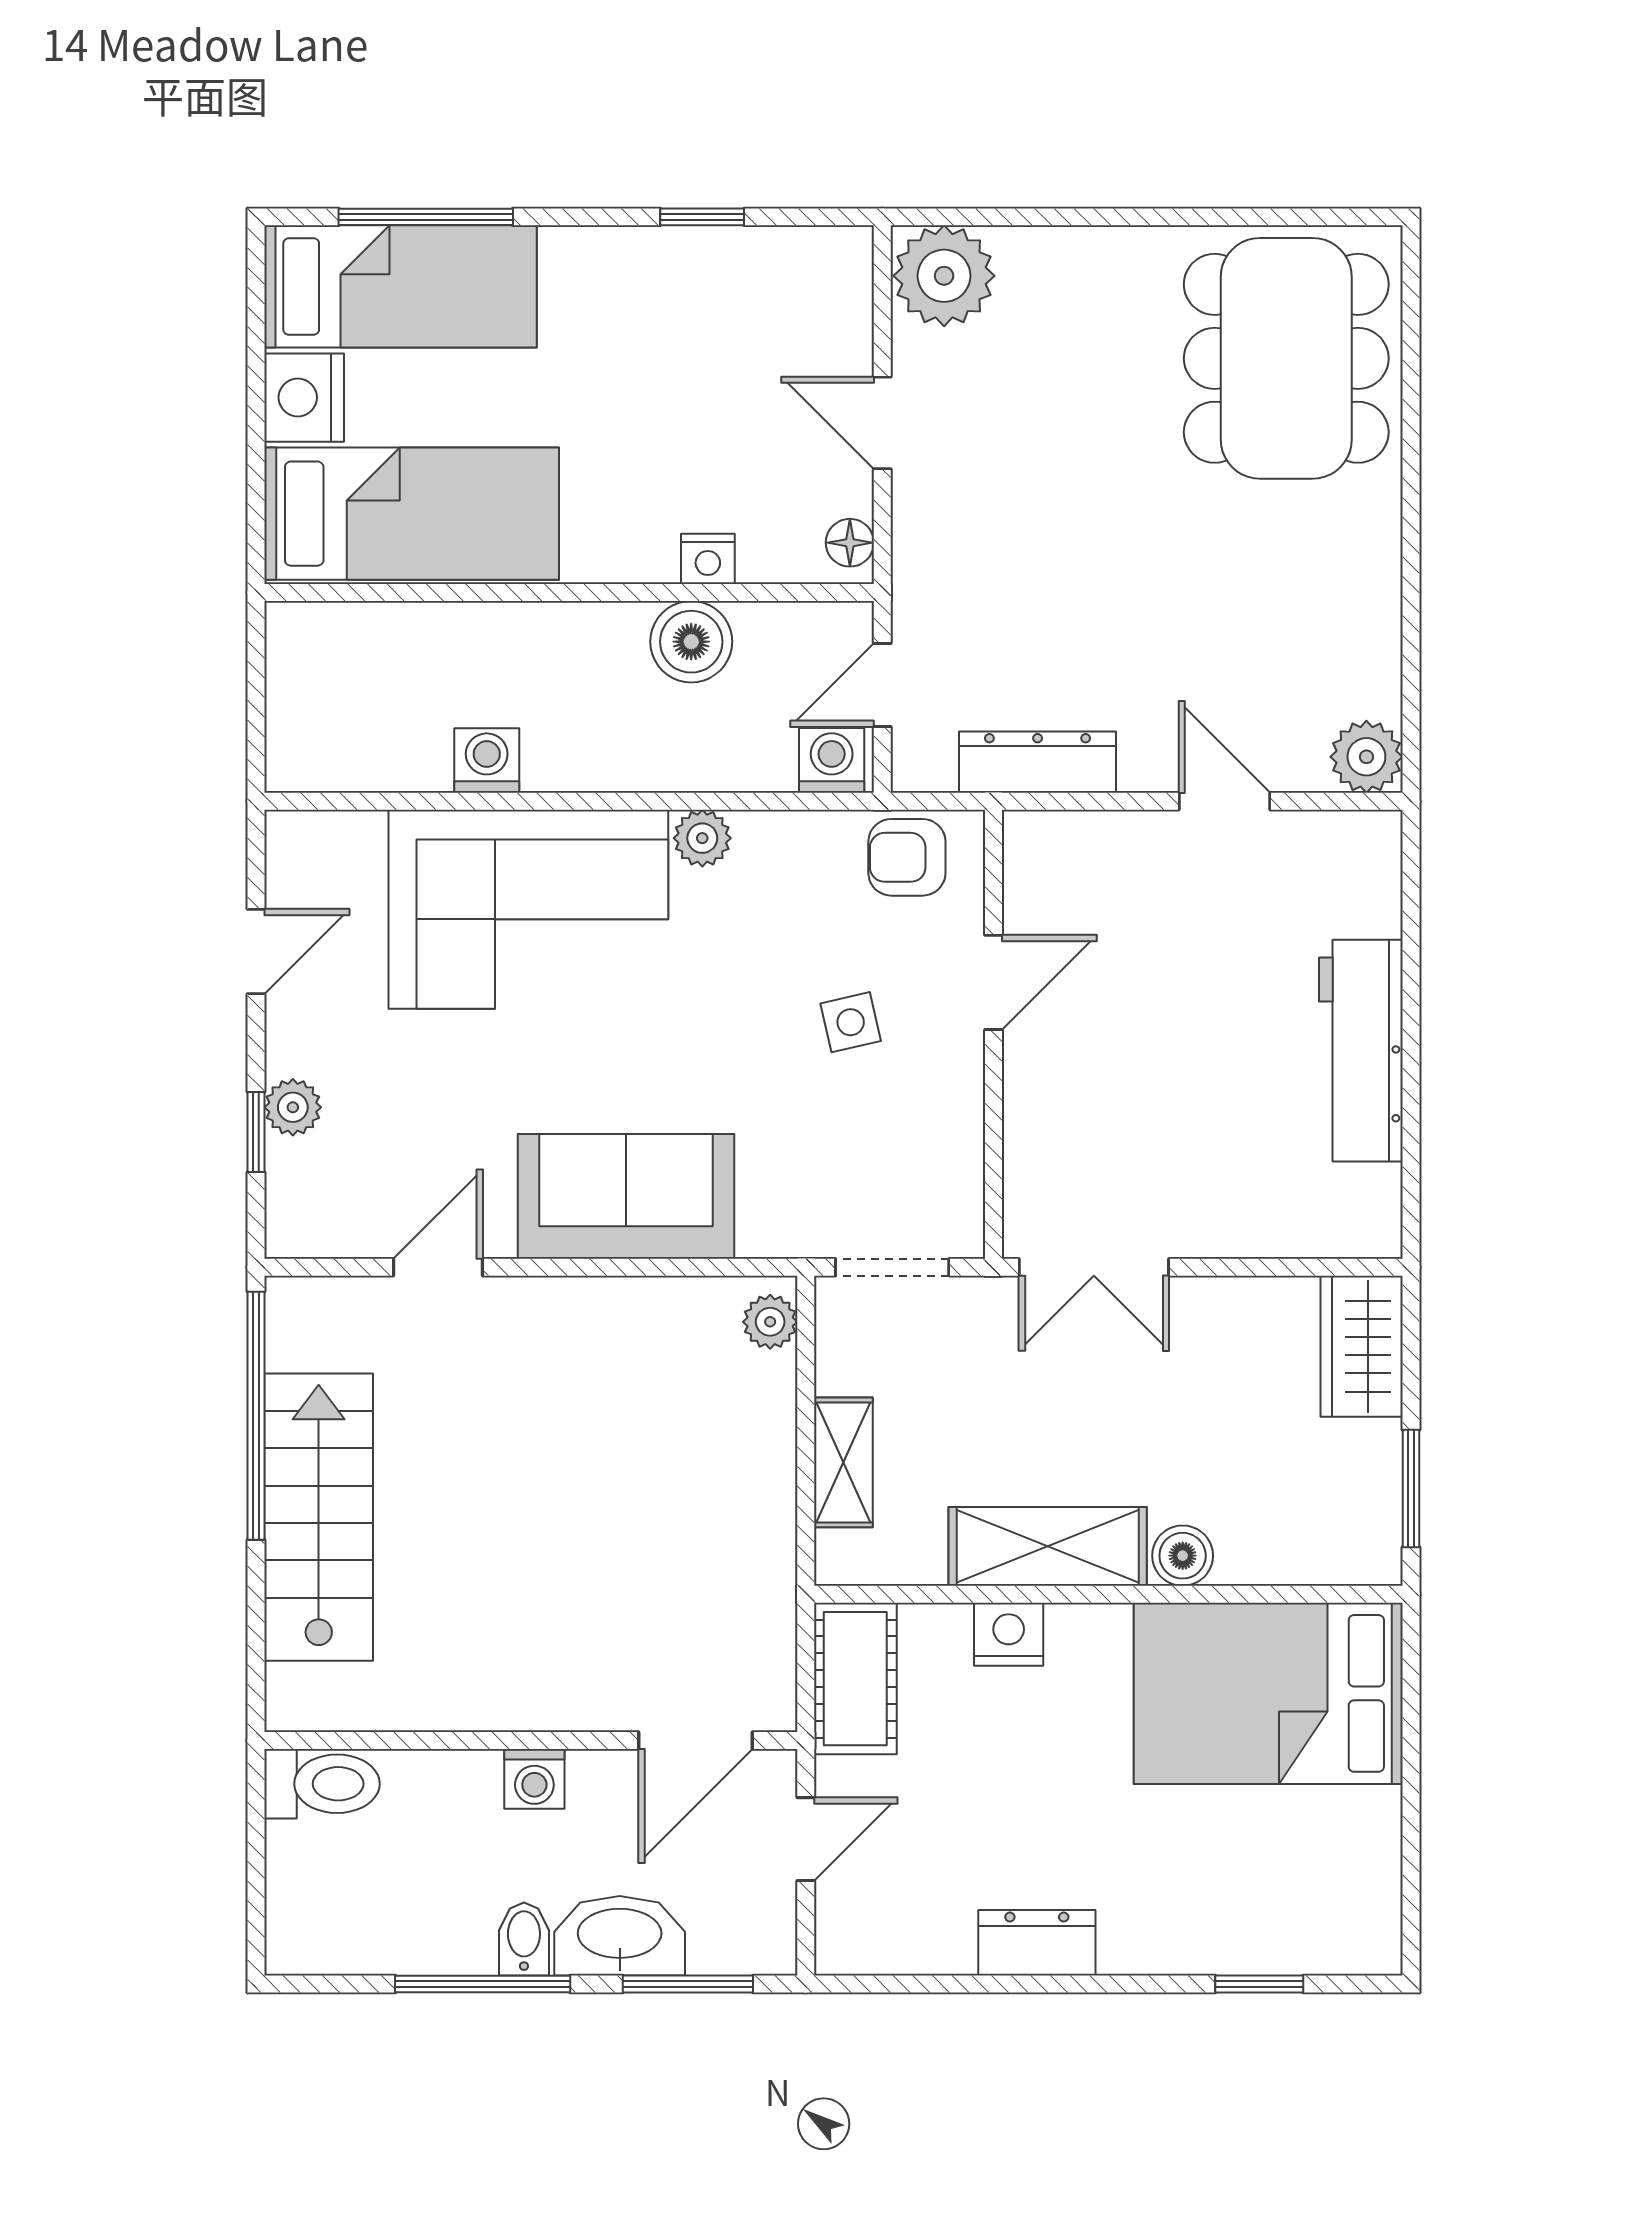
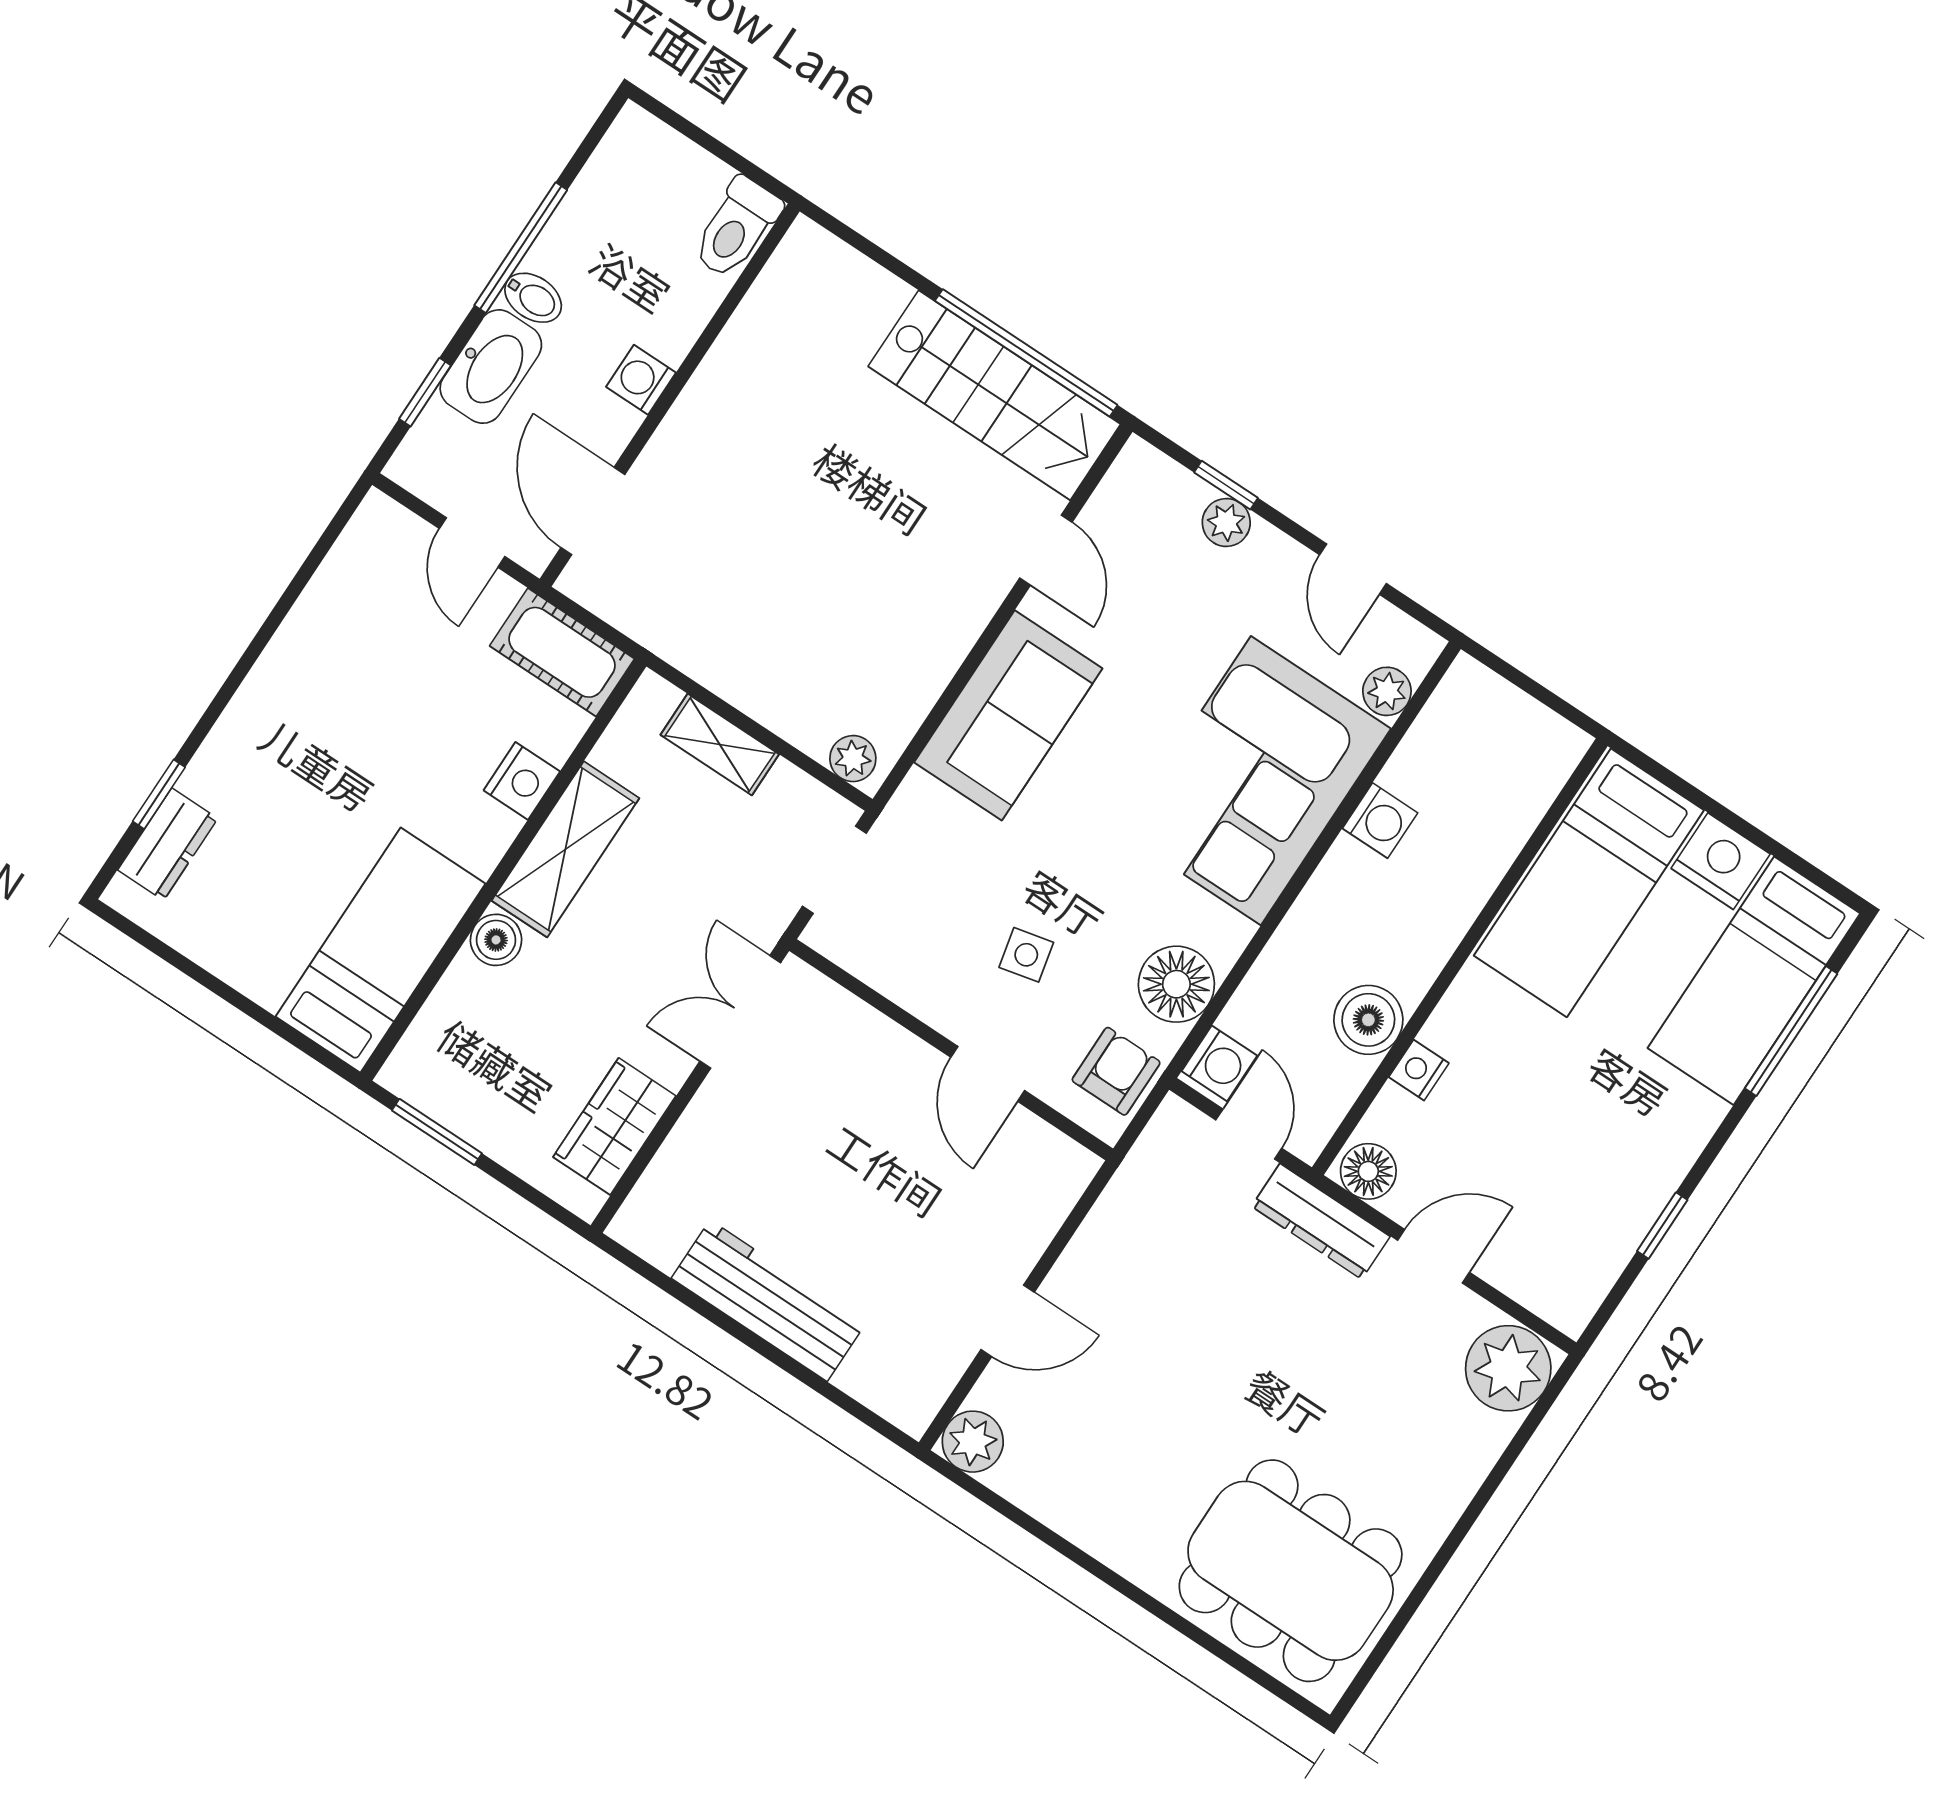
floor lamp: (850, 543) -> (1368, 1171), width x1.37, depth x1.37
dresser: (1038, 762) -> (1321, 1221), moved, turned 90
plant: (702, 838) -> (1387, 691), moved
floor lamp: (781, 855) -> (1176, 984), added
wardrobe: (1362, 1346) -> (615, 1126), moved, turned -90
stairs: (319, 1517) -> (994, 395), moved
bed: (1268, 1693) -> (380, 950), width x0.67
dresser: (1037, 1943) -> (168, 844), moved
window: (688, 1984) -> (425, 392), width x0.67

